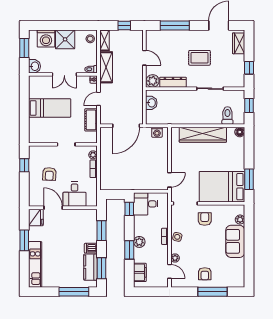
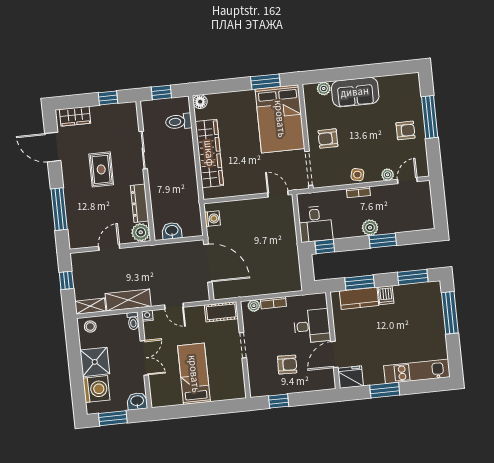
cot: (91, 120) -> (221, 312), moved
kitchen counter: (91, 267) -> (359, 298), moved
filing cabinet: (140, 272) -> (413, 222), removed

